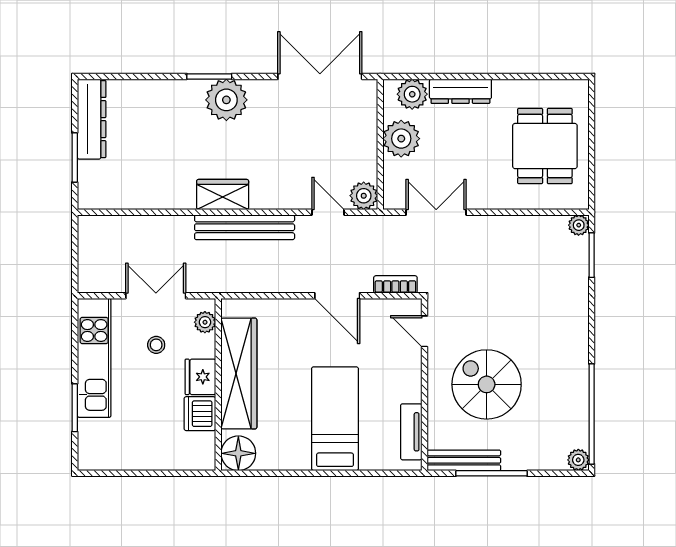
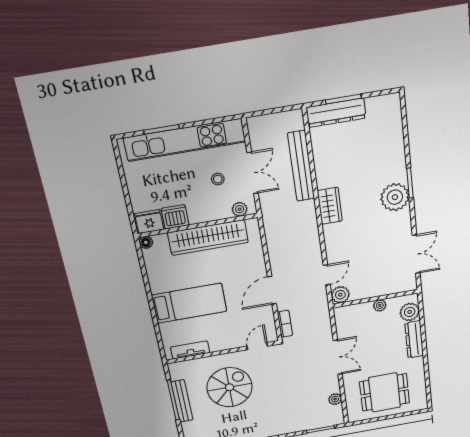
double door: (320, 76) -> (416, 254), width x0.73
dresser: (92, 119) -> (336, 113), moved
plant: (401, 139) -> (380, 305), width x0.53, depth x0.53
double door: (436, 212) -> (338, 357), moved
plant: (579, 225) -> (335, 399), moved
bench: (245, 227) -> (301, 166), moved
kitchen unit: (94, 358) -> (185, 140), width x1.36
fridge: (200, 377) -> (149, 222), moved
floor lamp: (238, 453) -> (146, 242), width x0.53, depth x0.53
bench: (464, 460) -> (182, 401), moved

